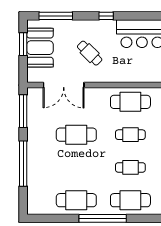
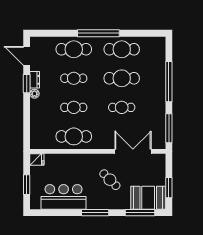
window: (106, 16) -> (95, 213), width x2.17
booth: (40, 48) -> (148, 198), moved, turned 90
cafe table: (76, 135) -> (122, 107), width x0.73, depth x0.74
cafe table: (76, 167) -> (122, 78), added

